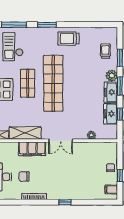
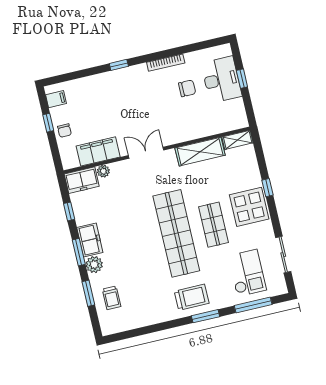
trolley: (68, 39) -> (192, 297), moved
freezer: (111, 114) -> (82, 180), moved, turned 90
filing cabinet: (32, 149) -> (98, 151), moved

